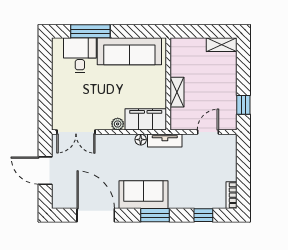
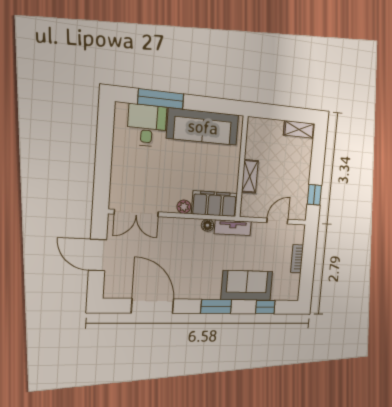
sofa: (143, 195) -> (247, 285), moved
bookcase: (232, 195) -> (297, 259), moved

